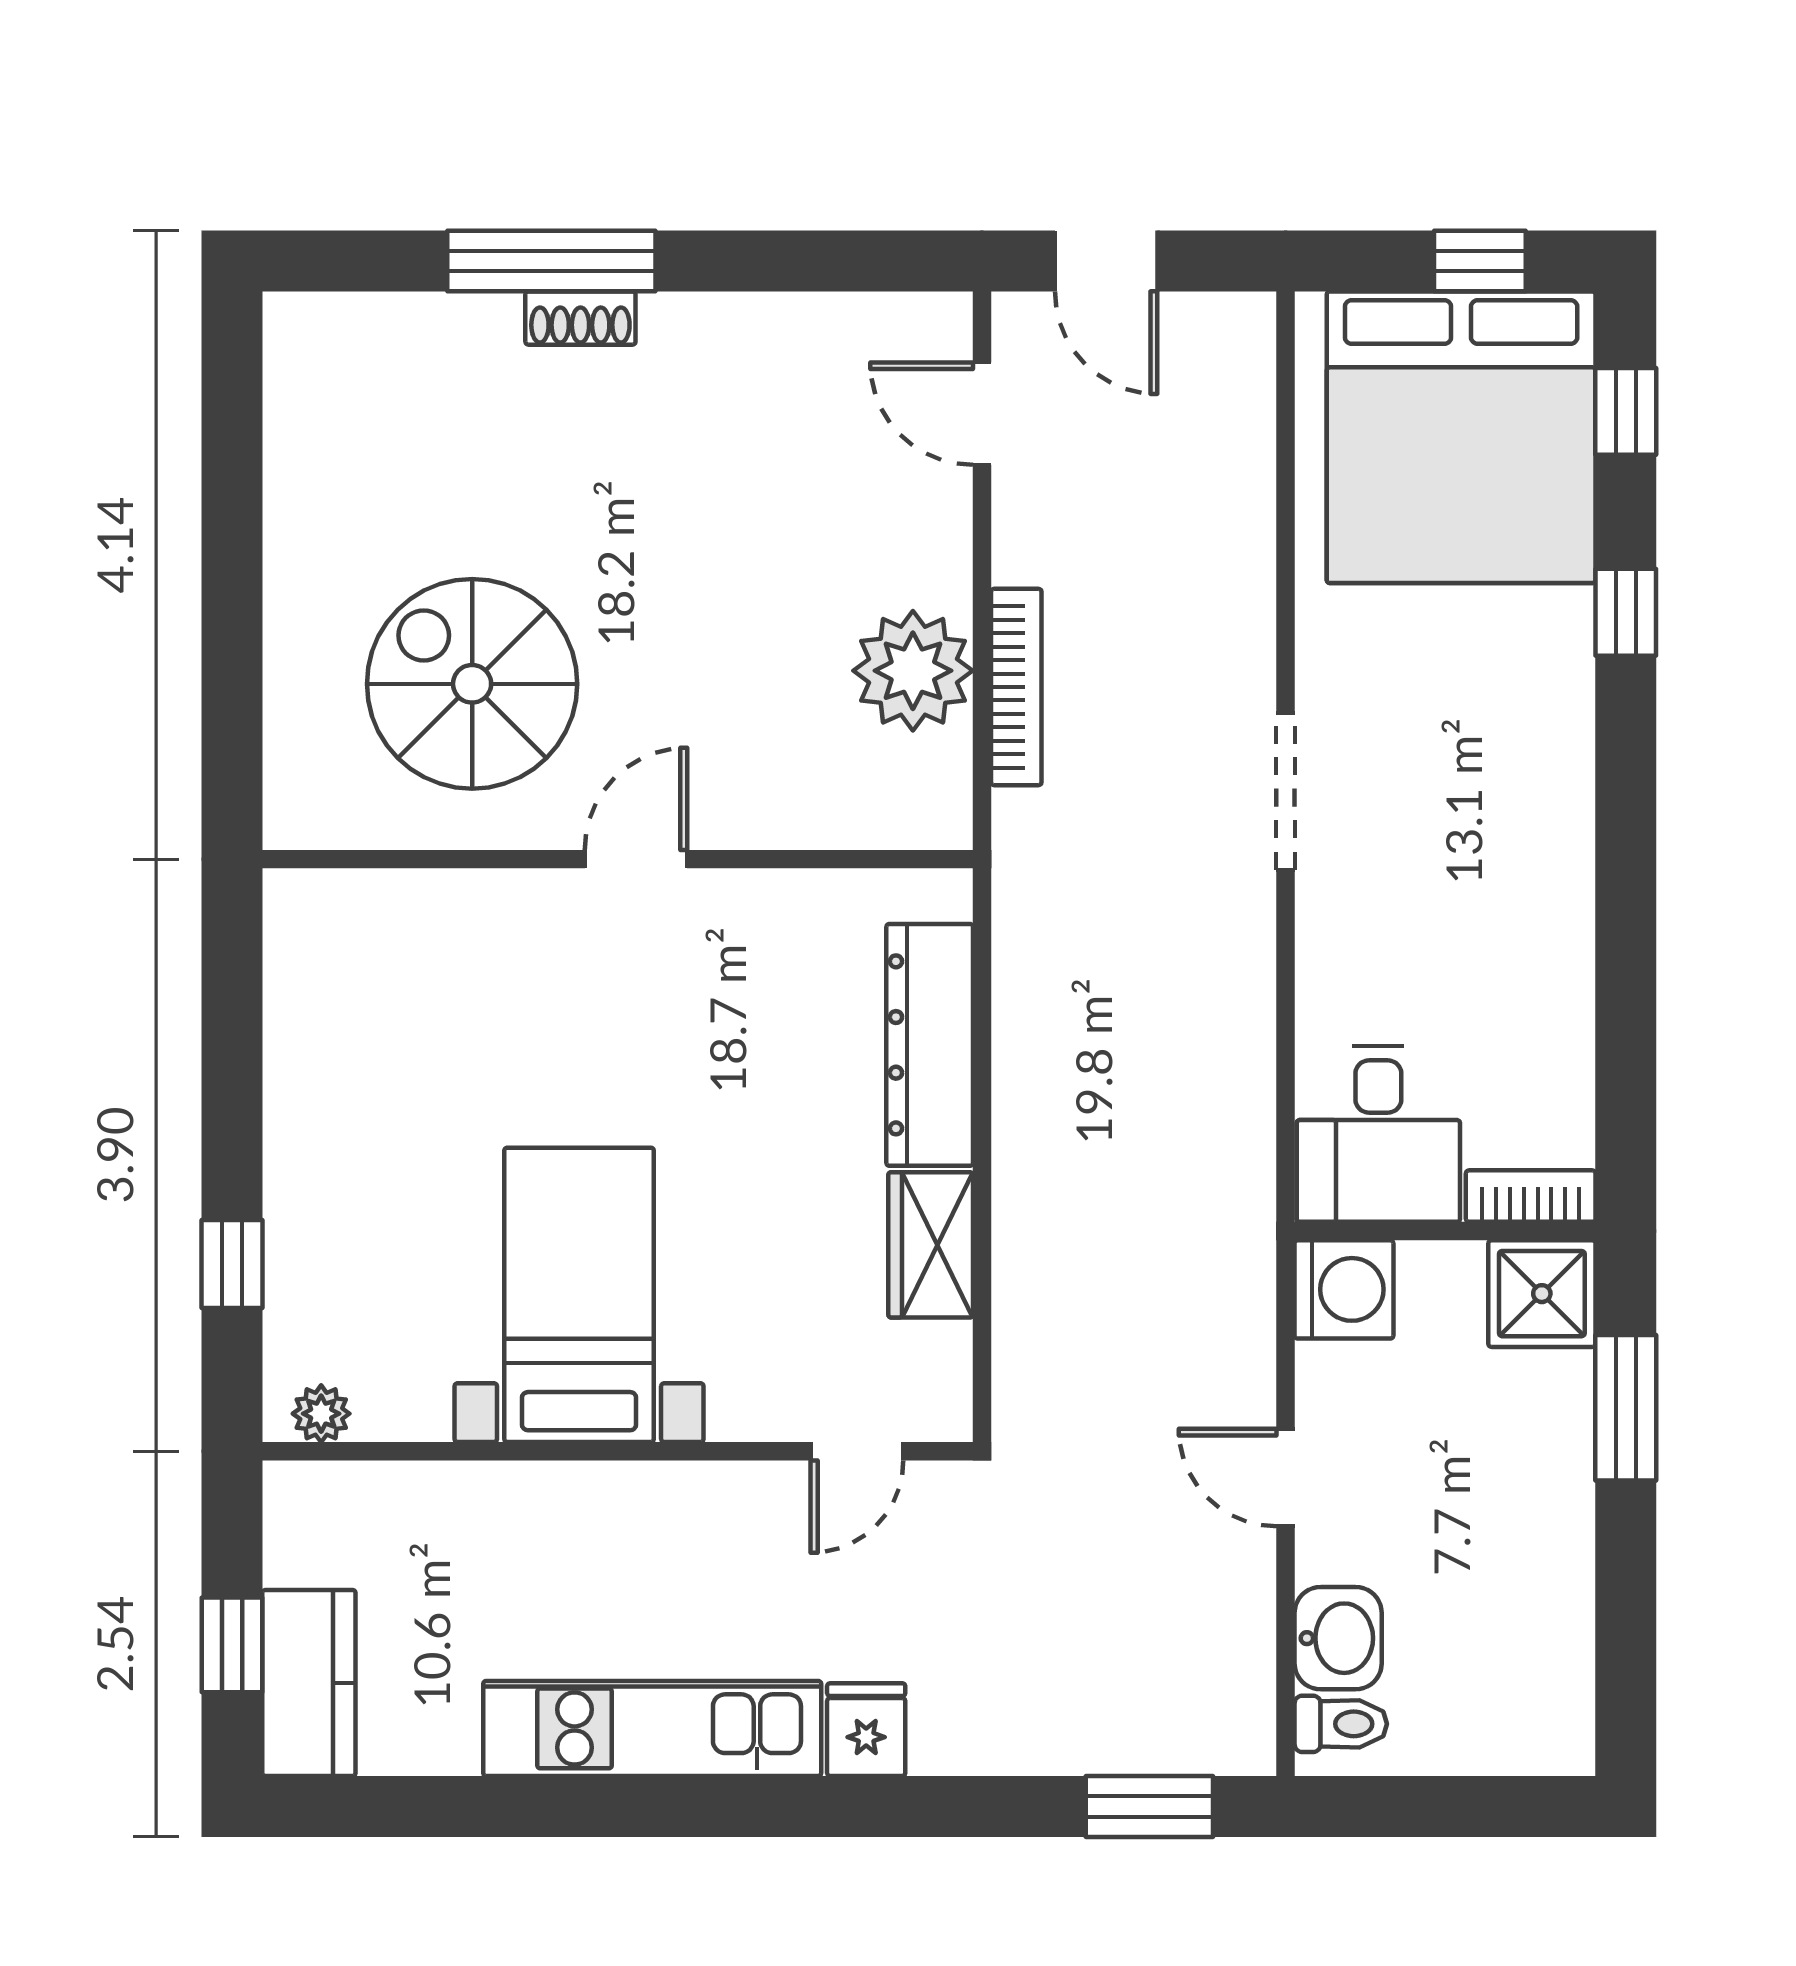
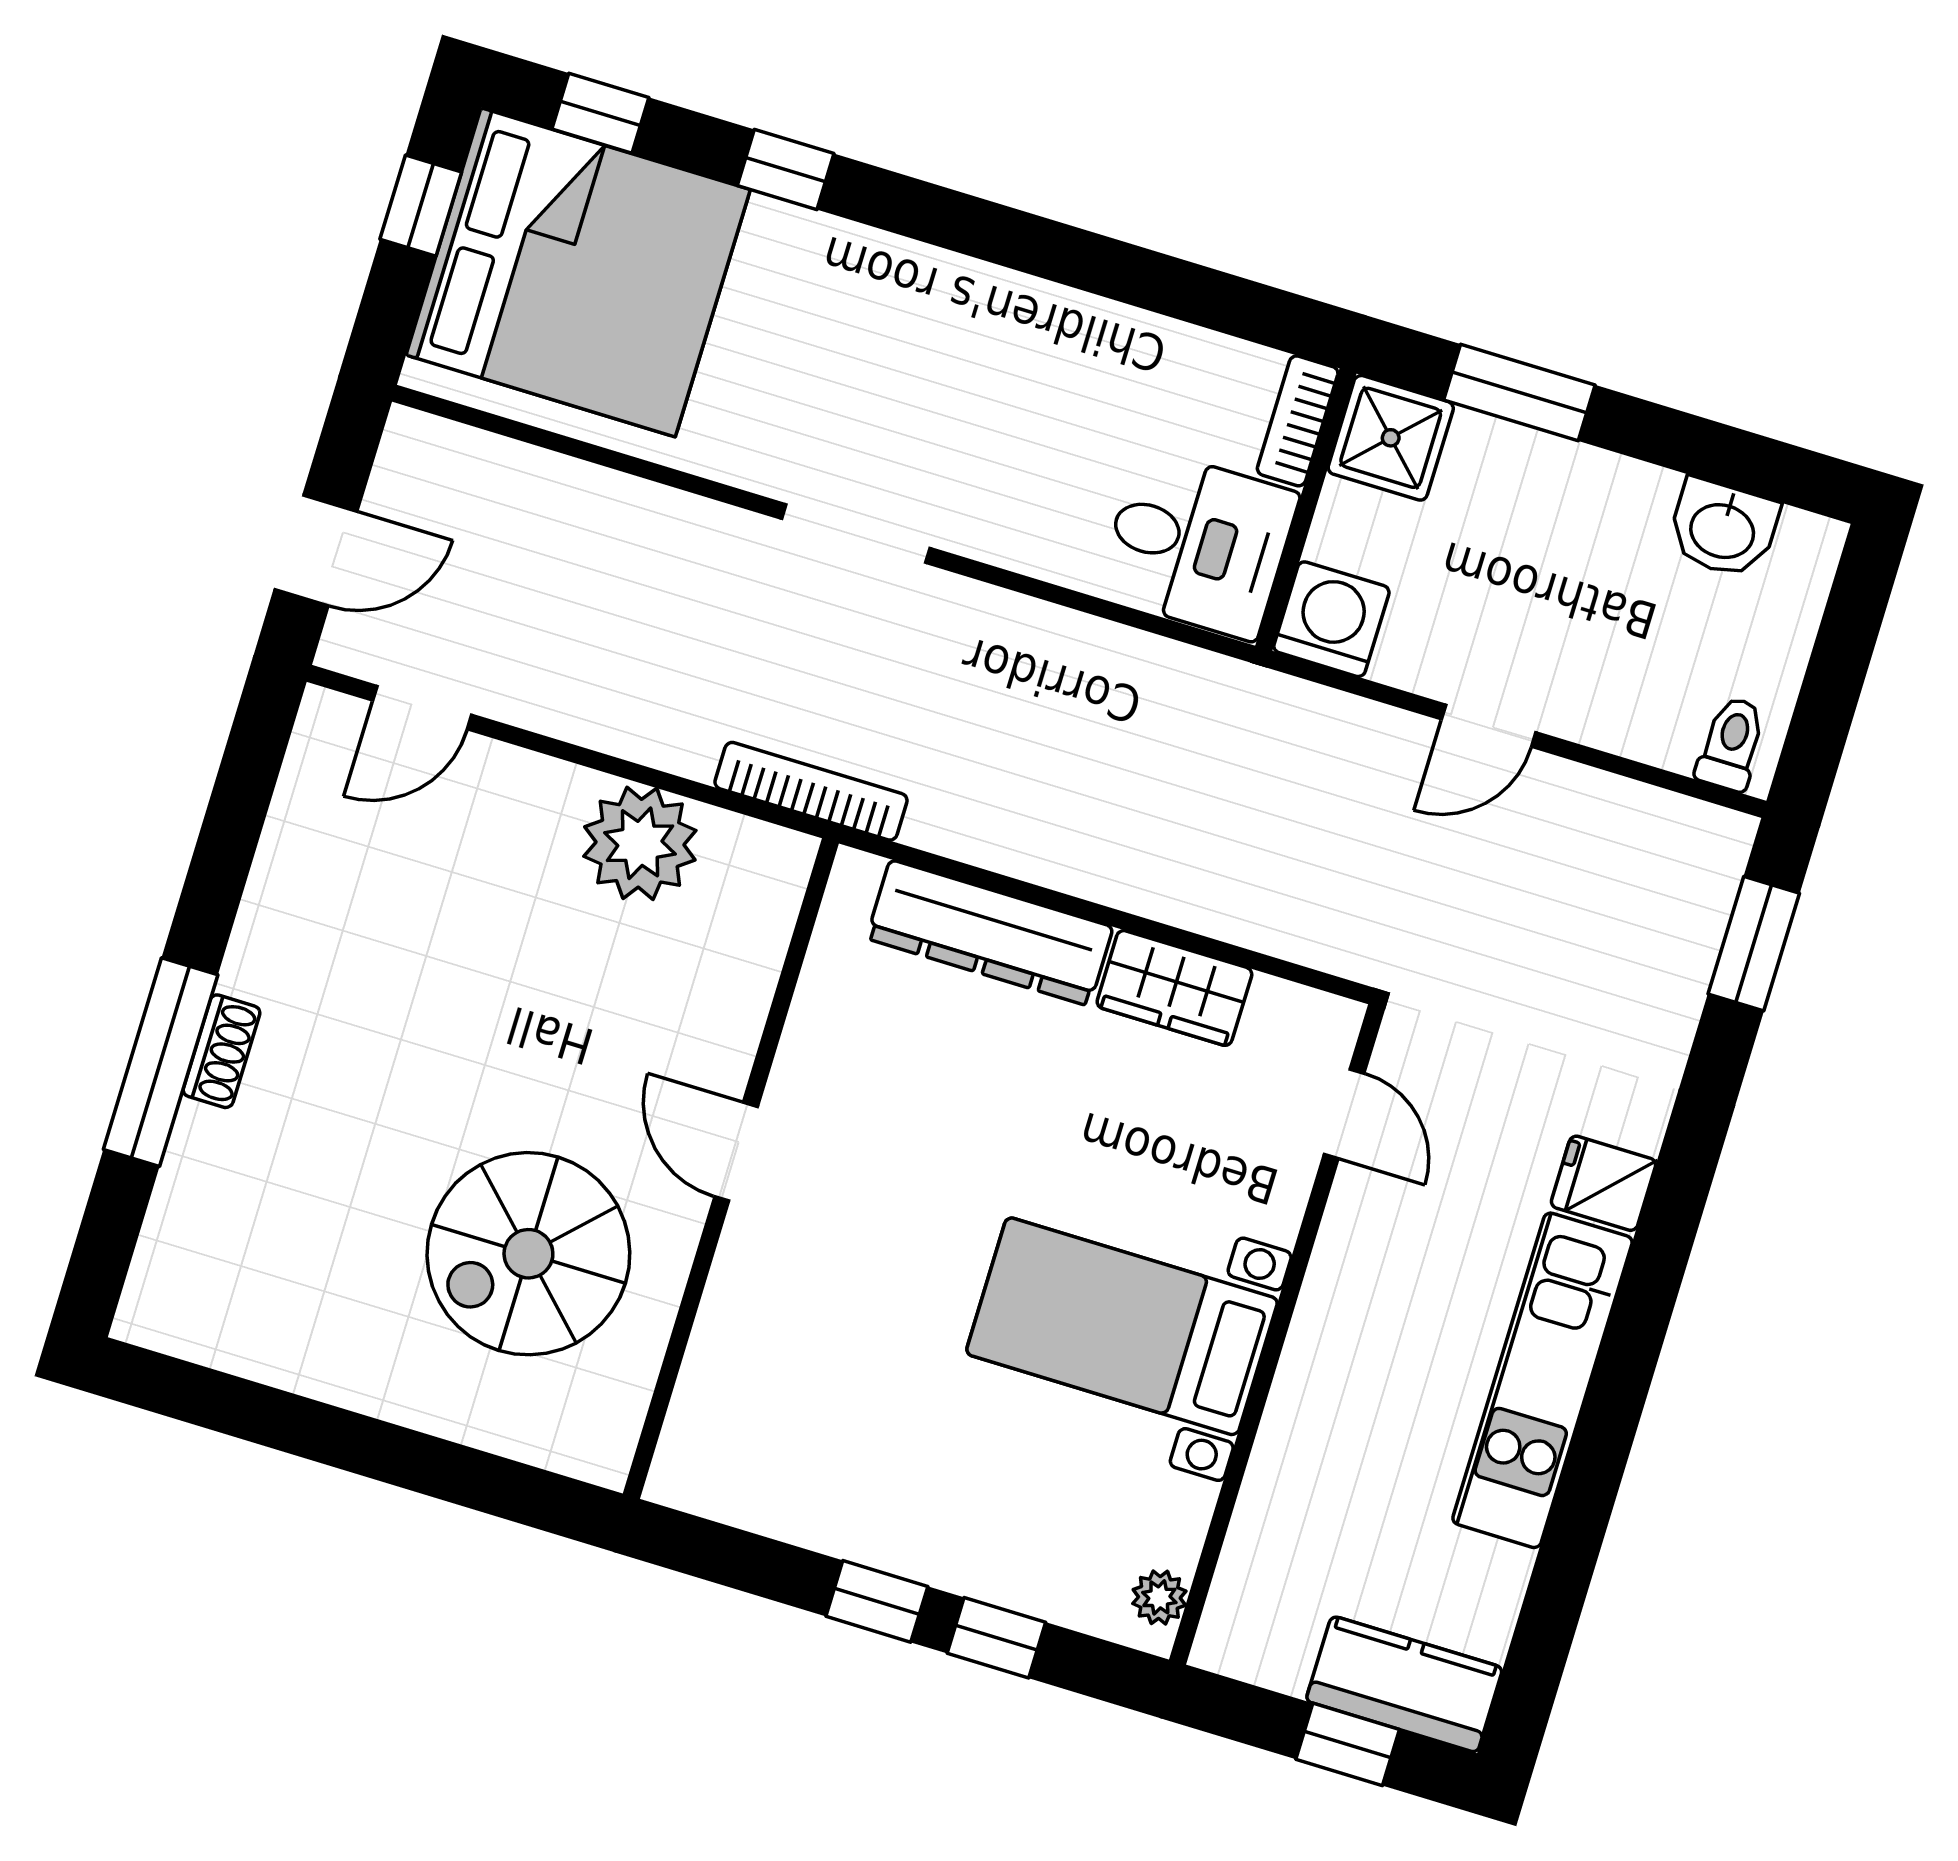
bookcase: (1016, 687) -> (811, 791), moved
window: (232, 1134) -> (877, 1601), added
washbasin: (1338, 1638) -> (1723, 529), moved, turned 180

